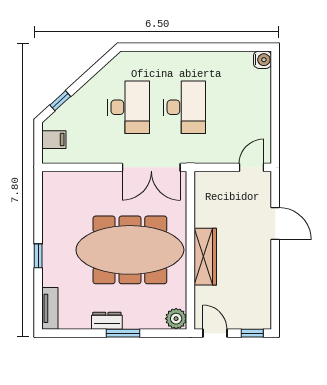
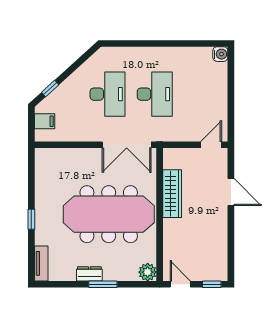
wardrobe: (205, 257) -> (172, 194), moved

